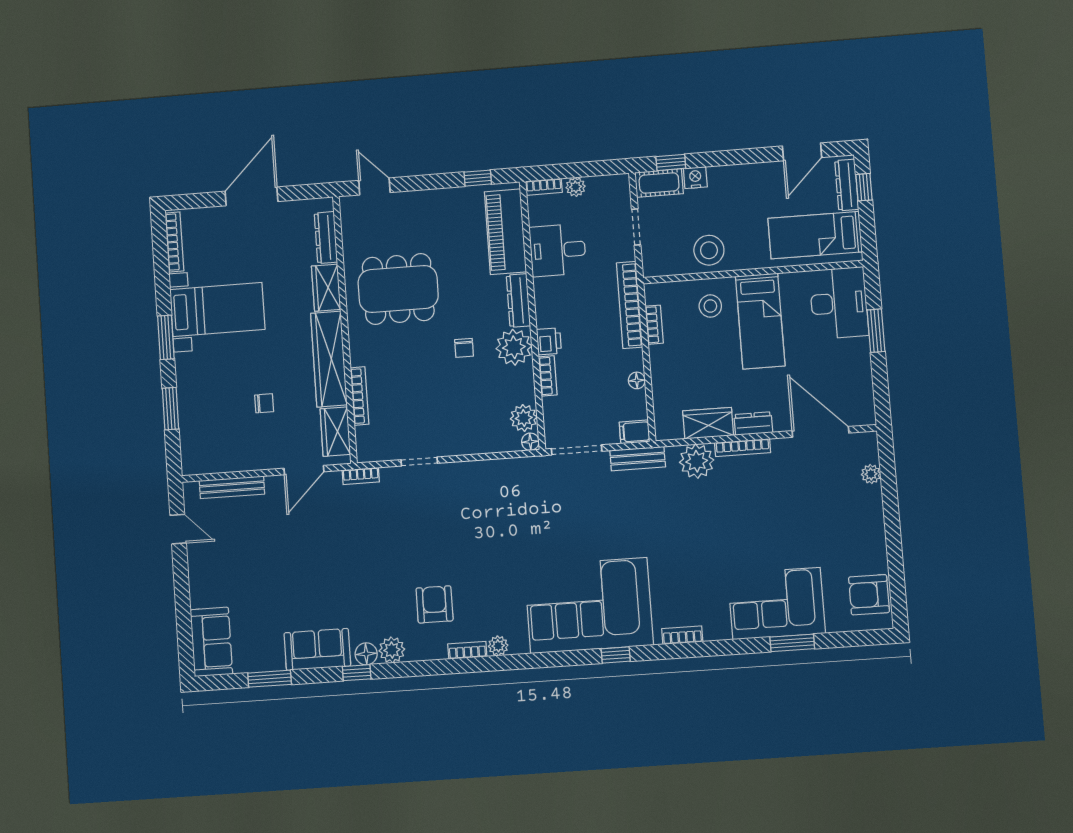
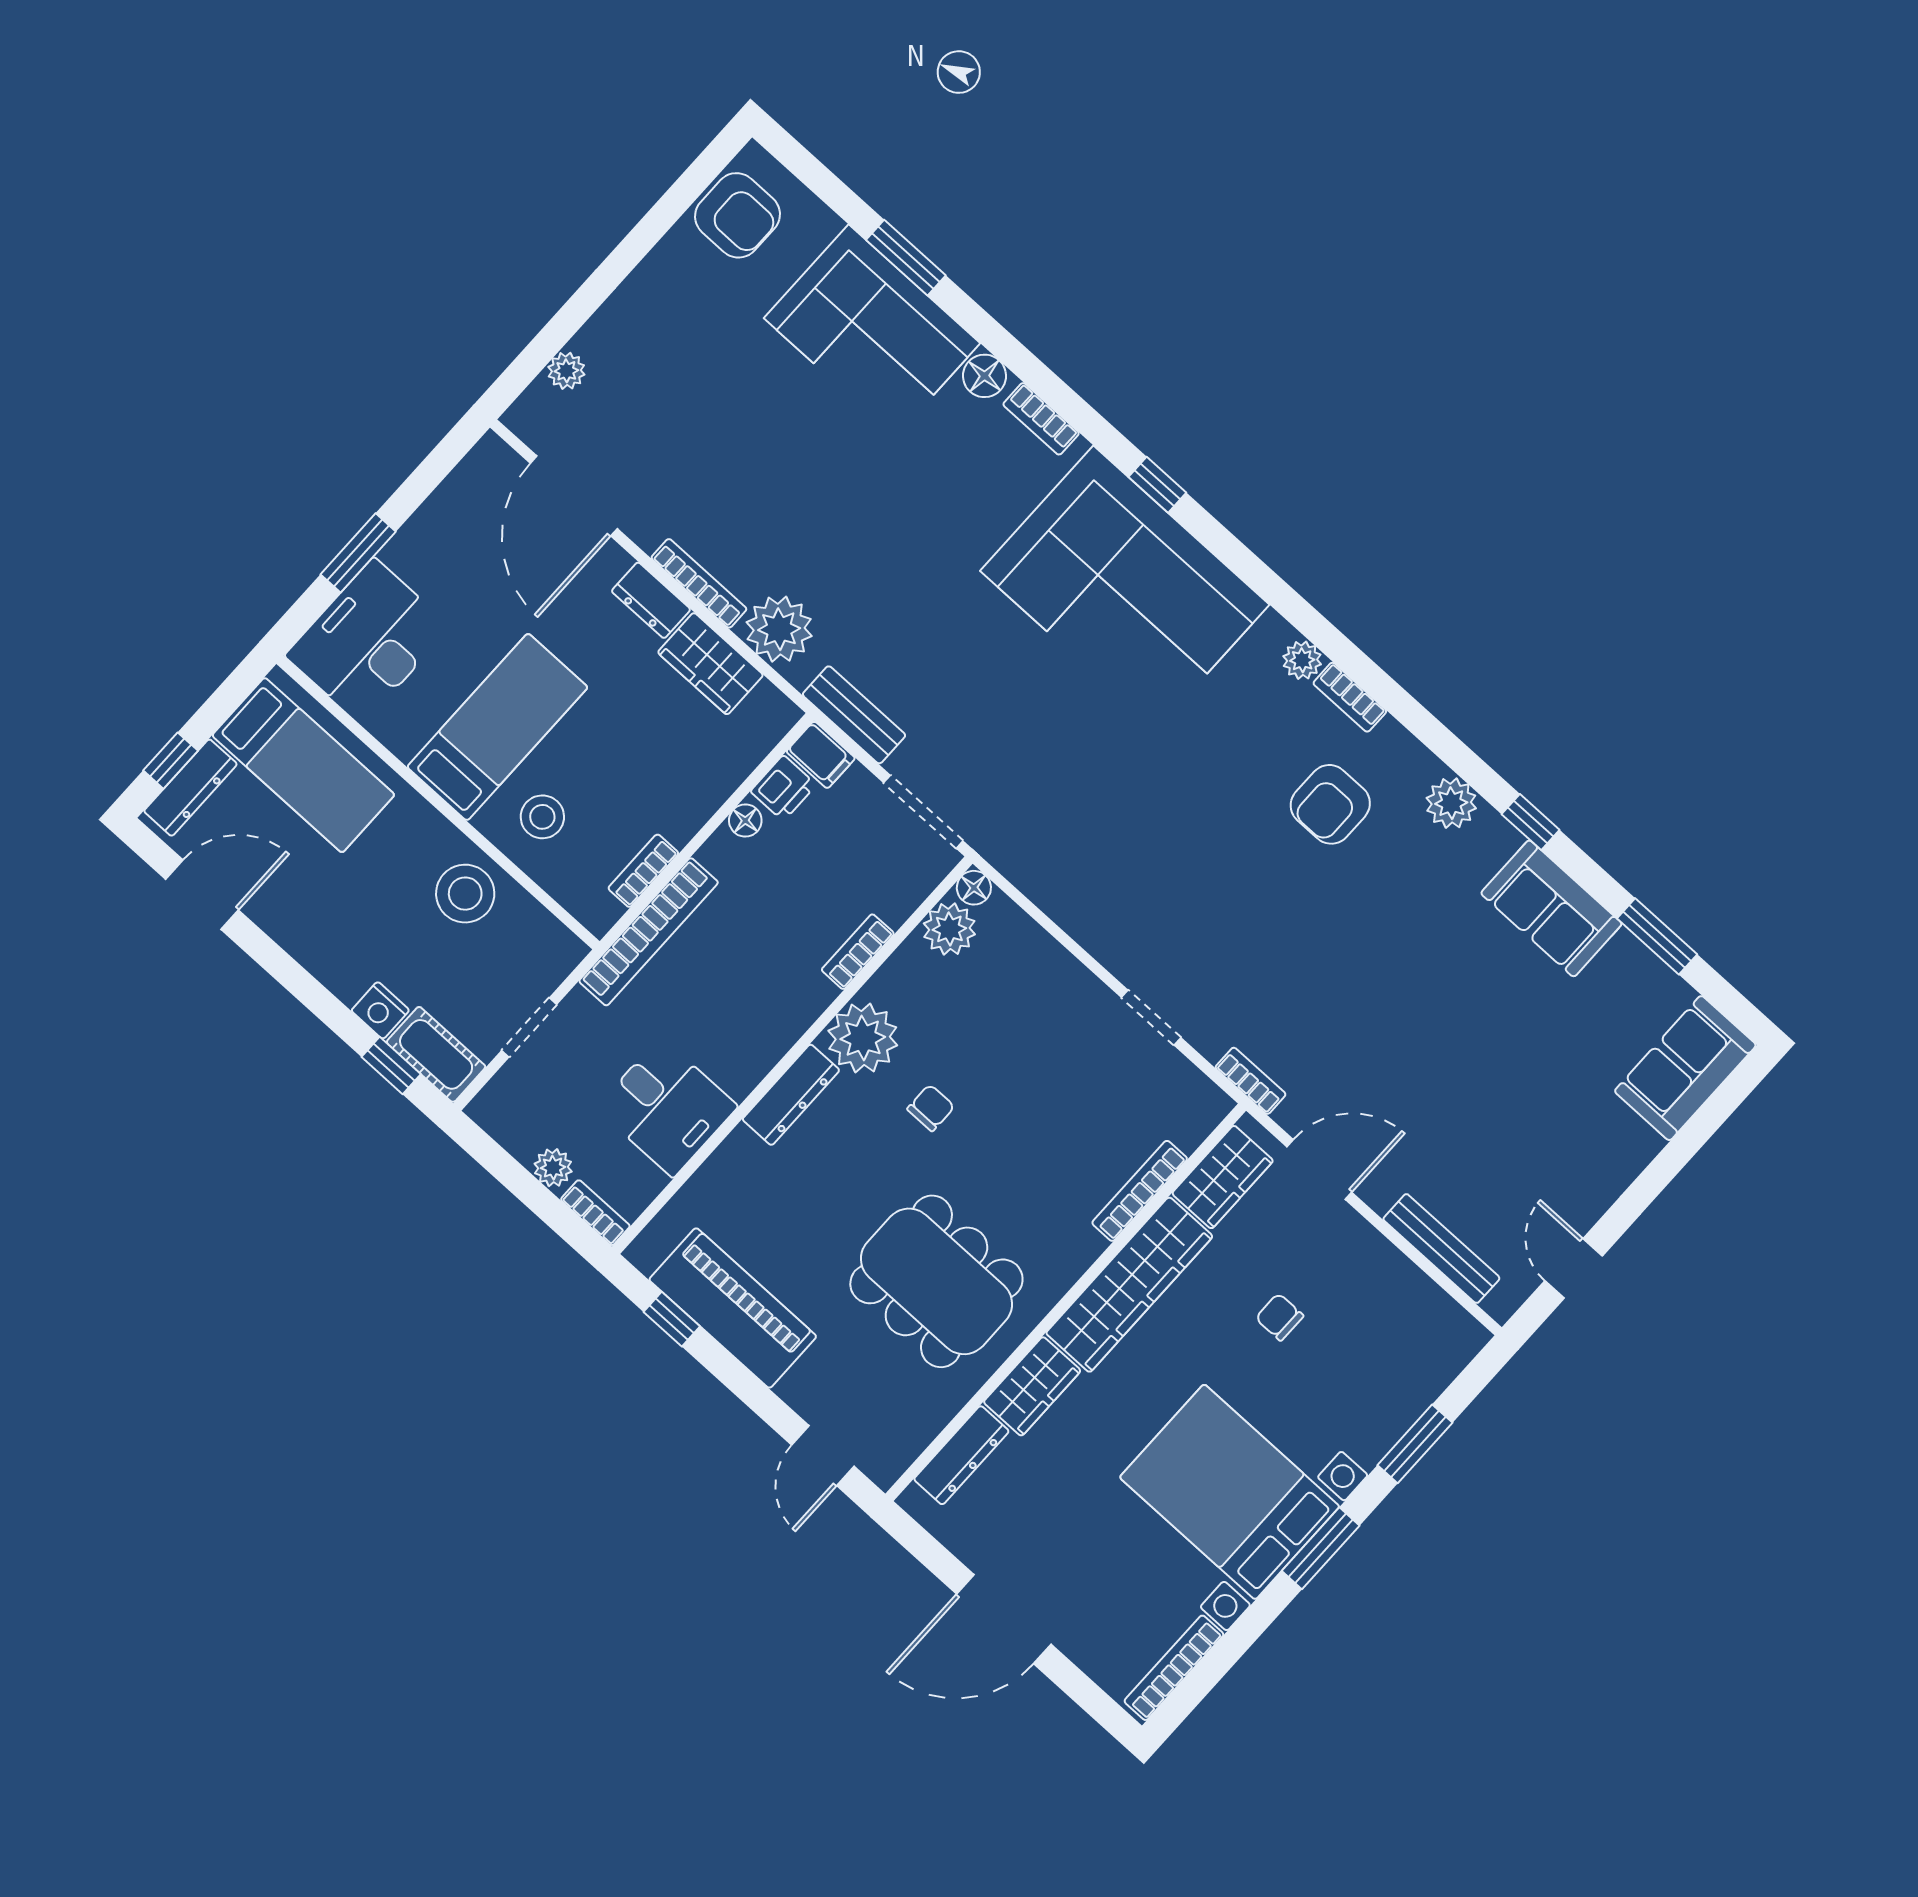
piano: (505, 232) -> (733, 1308), moved, turned -90
bed with nightstands: (217, 309) -> (1230, 1492), width x1.36
printer: (549, 341) -> (783, 788), moved, turned 180
floor lamp: (366, 654) -> (984, 376), moved

